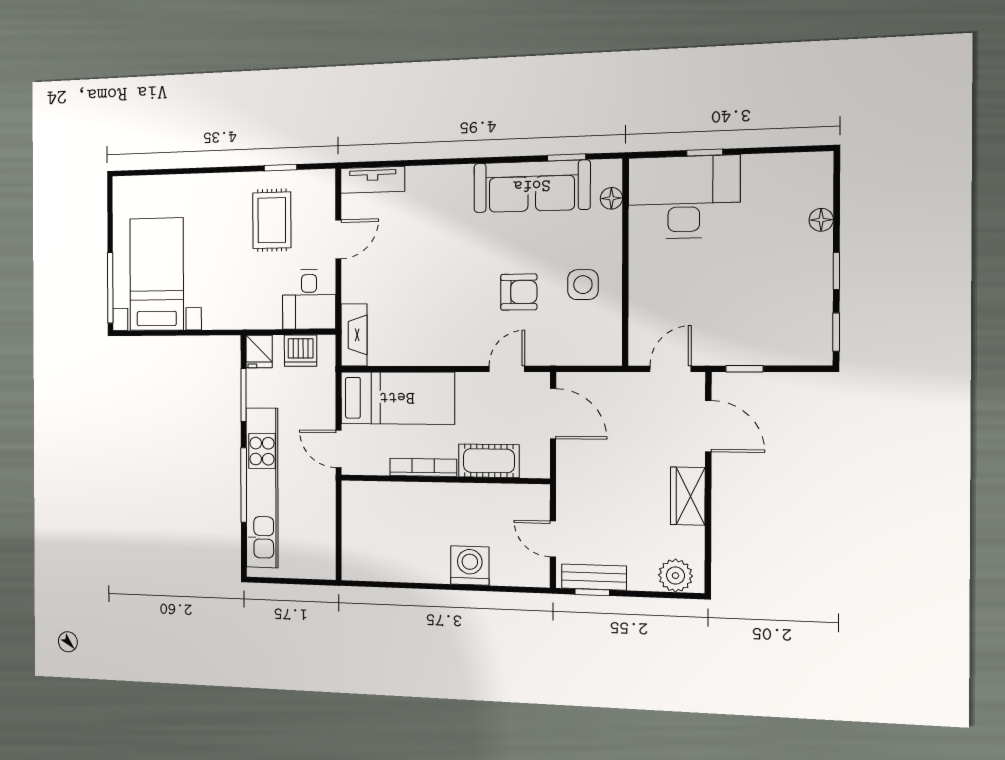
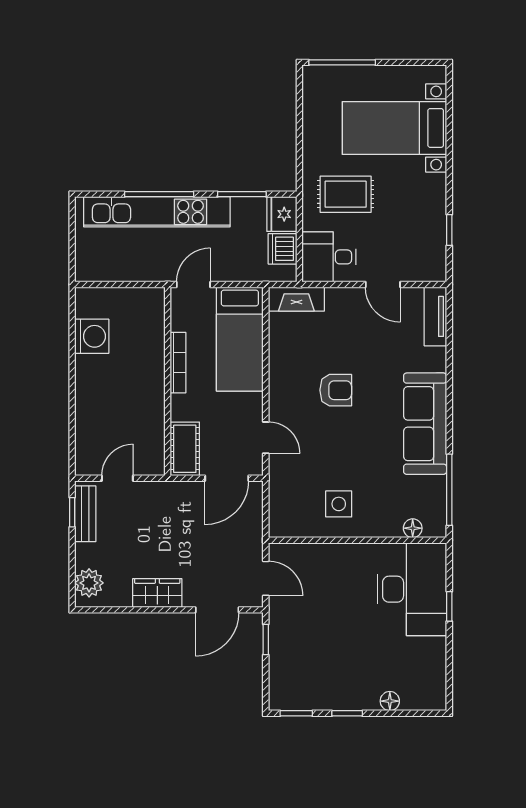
window: (567, 157) -> (449, 490), width x2.17
sofa: (532, 186) -> (425, 424), moved
rug: (272, 220) -> (346, 194), moved
bed with nightstands: (157, 274) -> (394, 128), moved, turned 180
armchair: (519, 292) -> (336, 390), moved, turned -90
fridge: (259, 352) -> (282, 214), width x1.38
cot: (489, 461) -> (185, 449), moved
washing machine: (470, 566) -> (92, 336), moved

